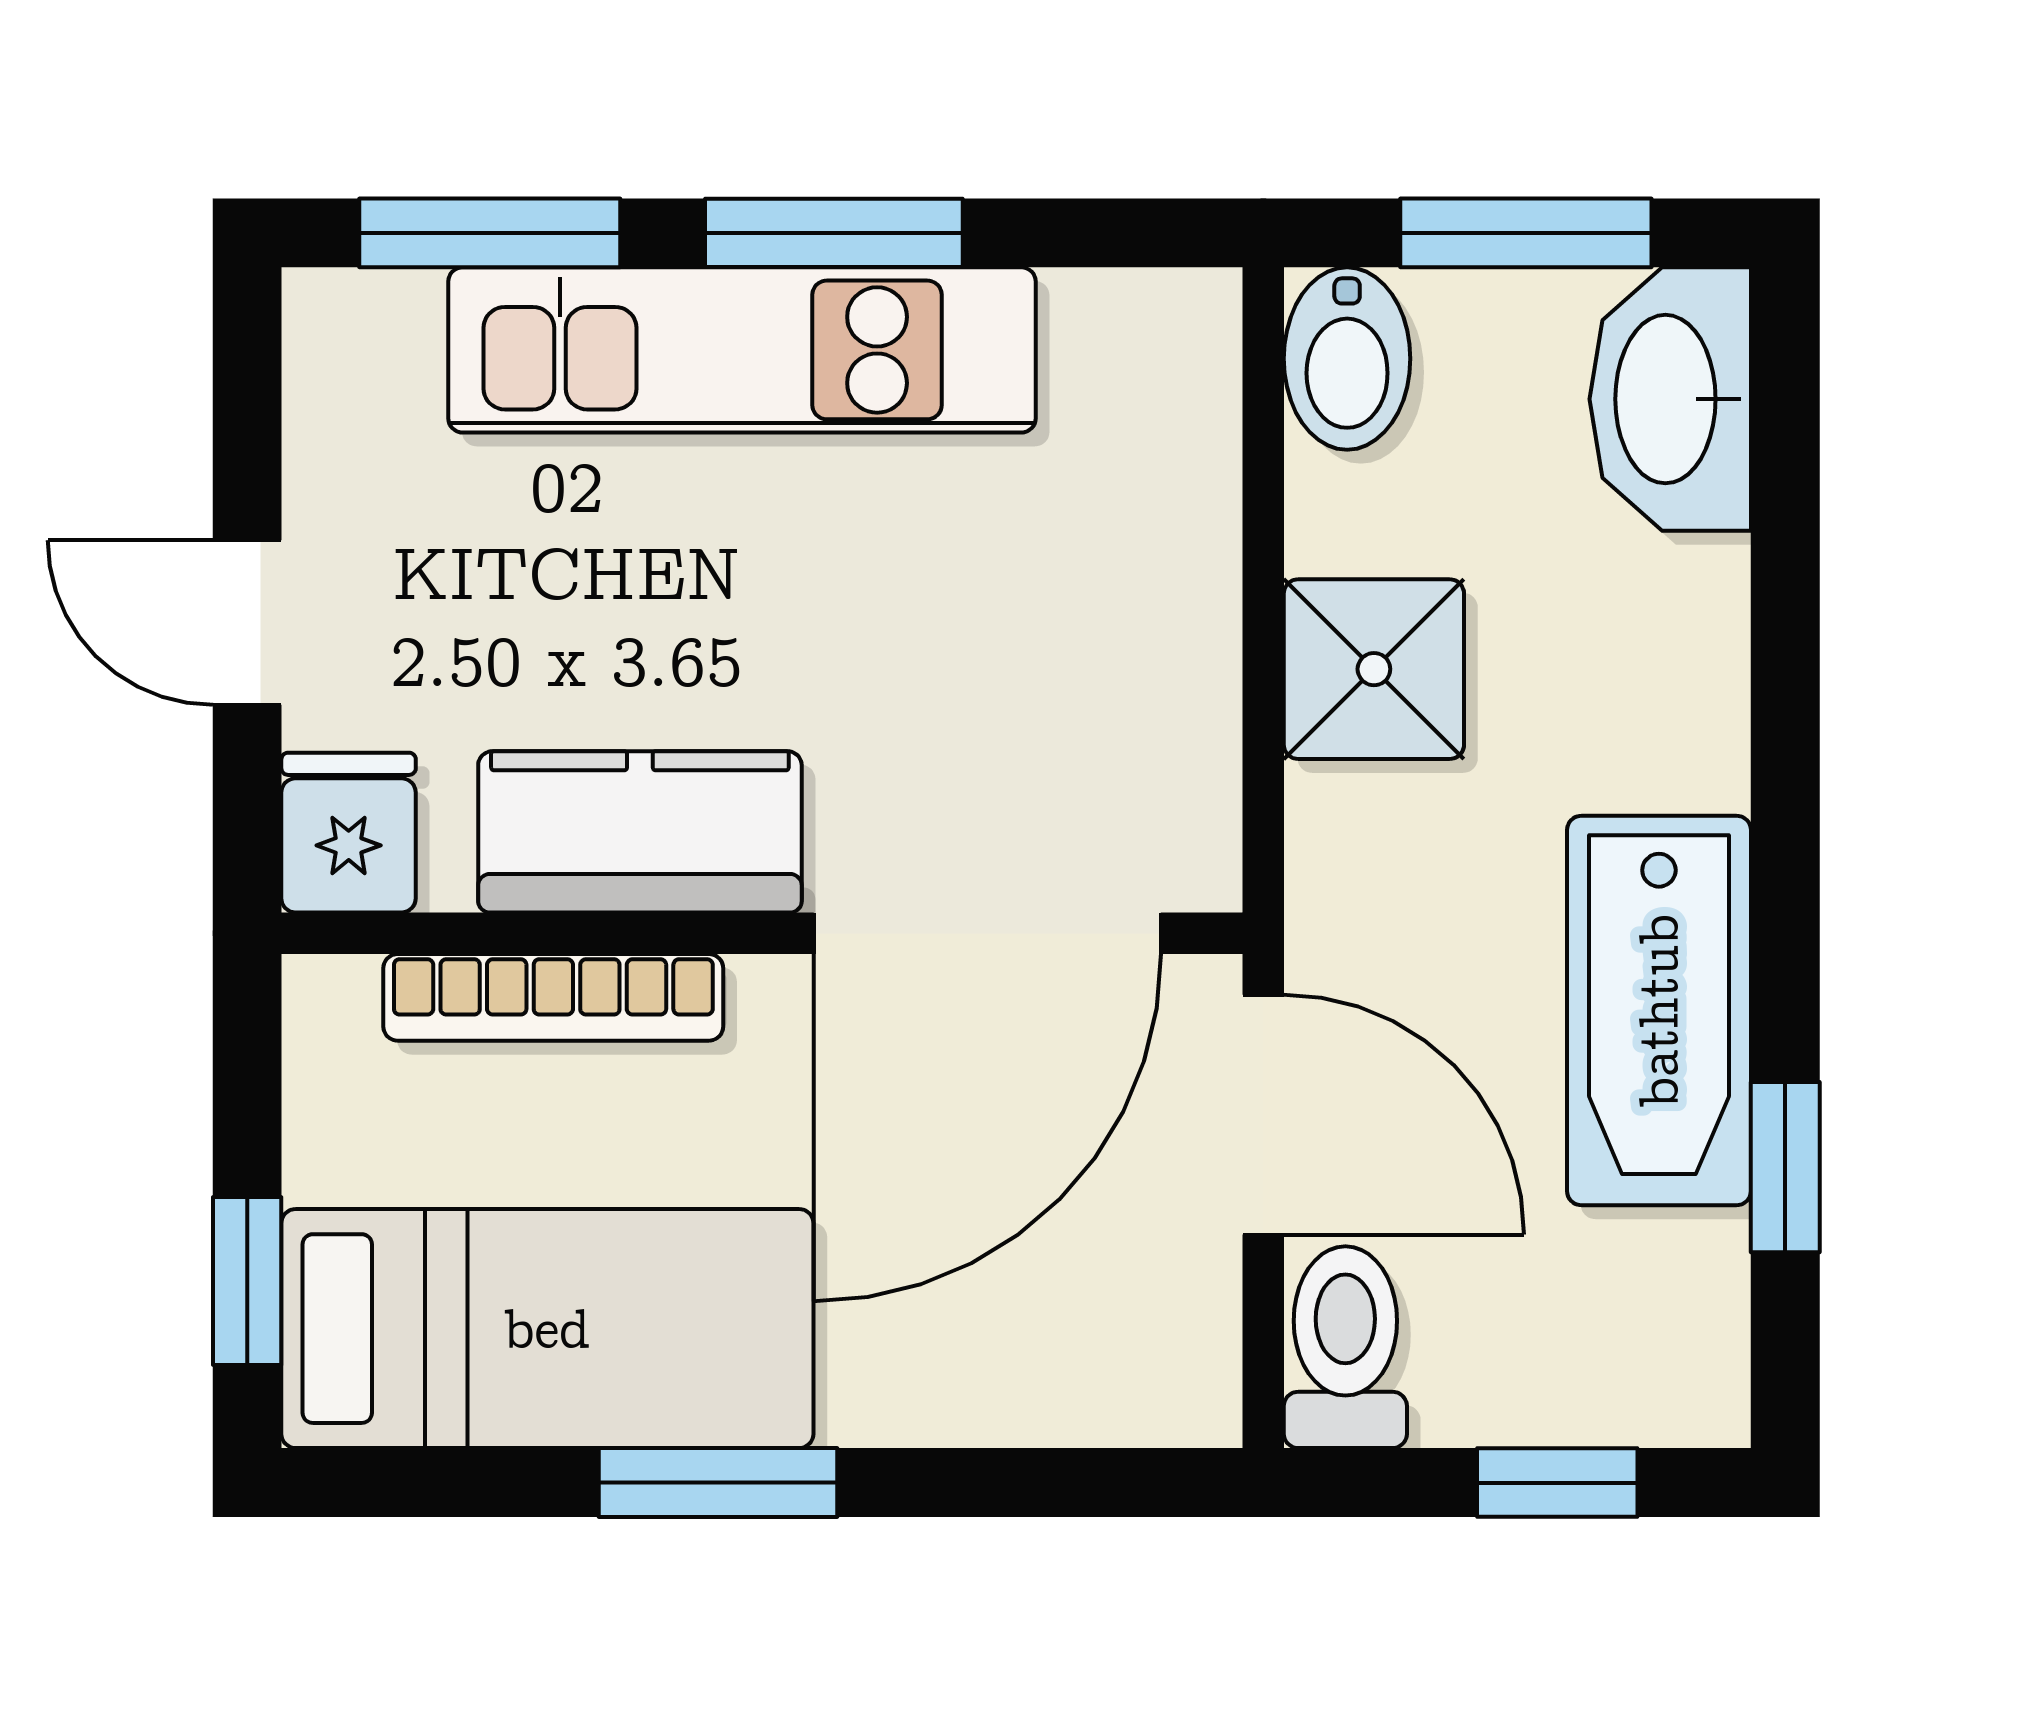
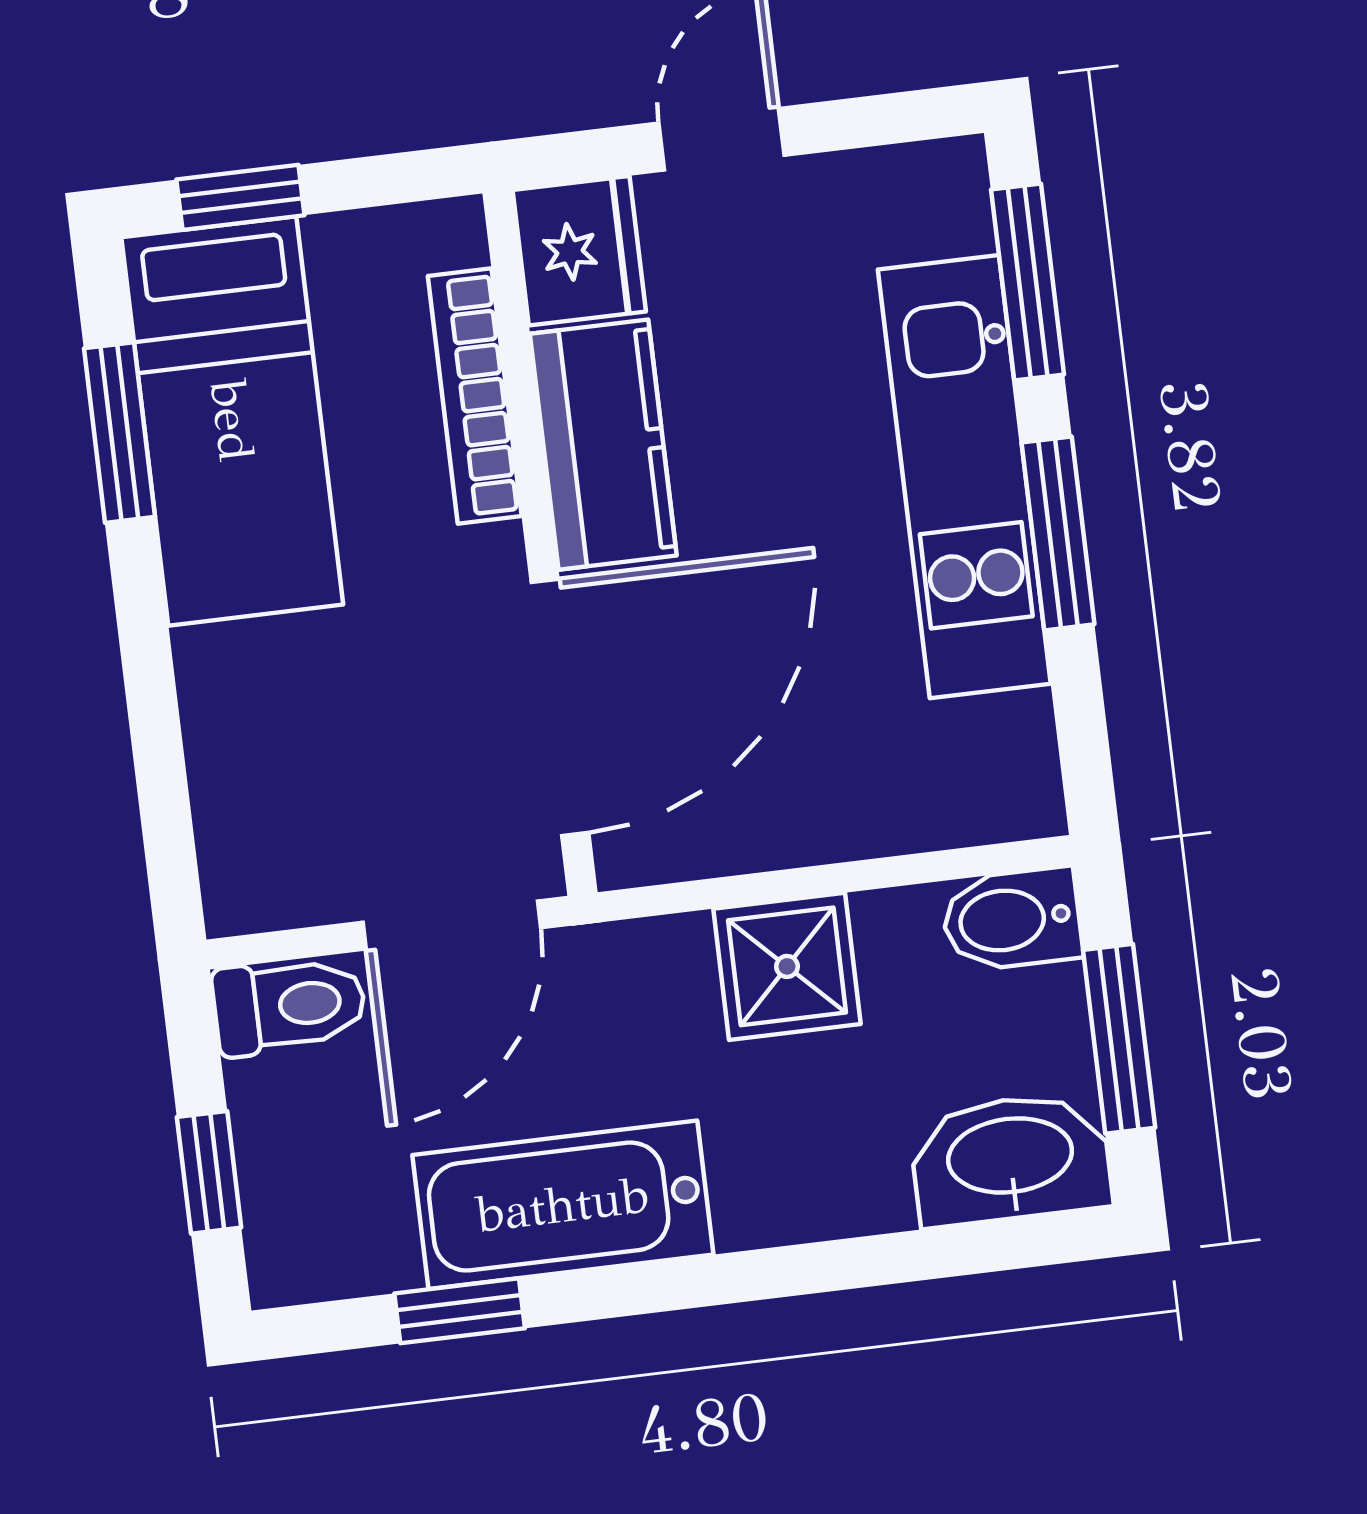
fridge: (349, 833) -> (579, 251), width x1.38
door: (987, 933) -> (560, 707), swing flipped
window: (718, 1483) -> (120, 433), moved

